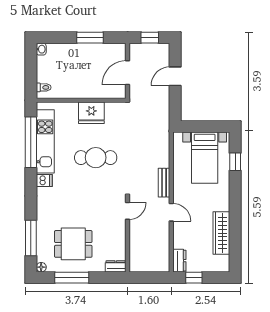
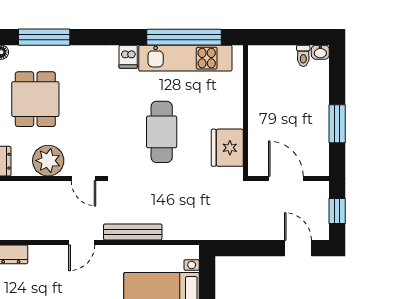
door: (175, 76) -> (298, 248), moved
toilet: (44, 87) -> (303, 56), moved
fridge: (91, 113) -> (227, 148), moved
bench: (164, 183) -> (133, 232), width x1.36
plant: (115, 235) -> (48, 161), added

